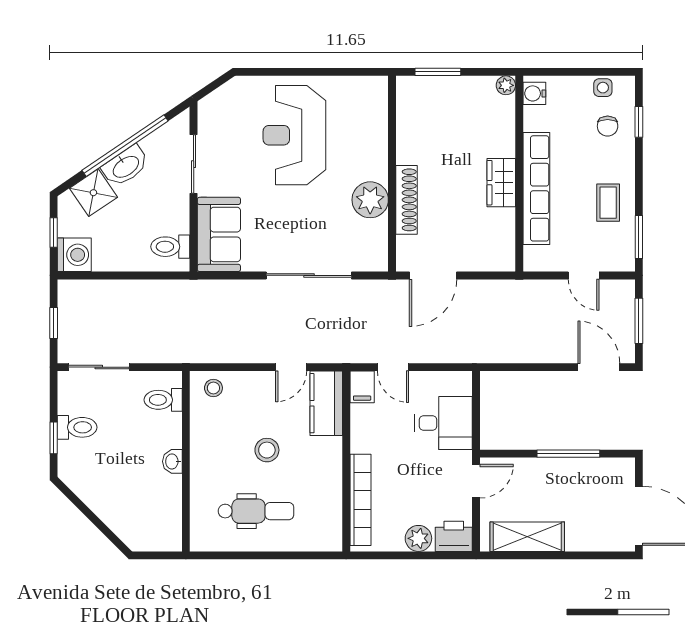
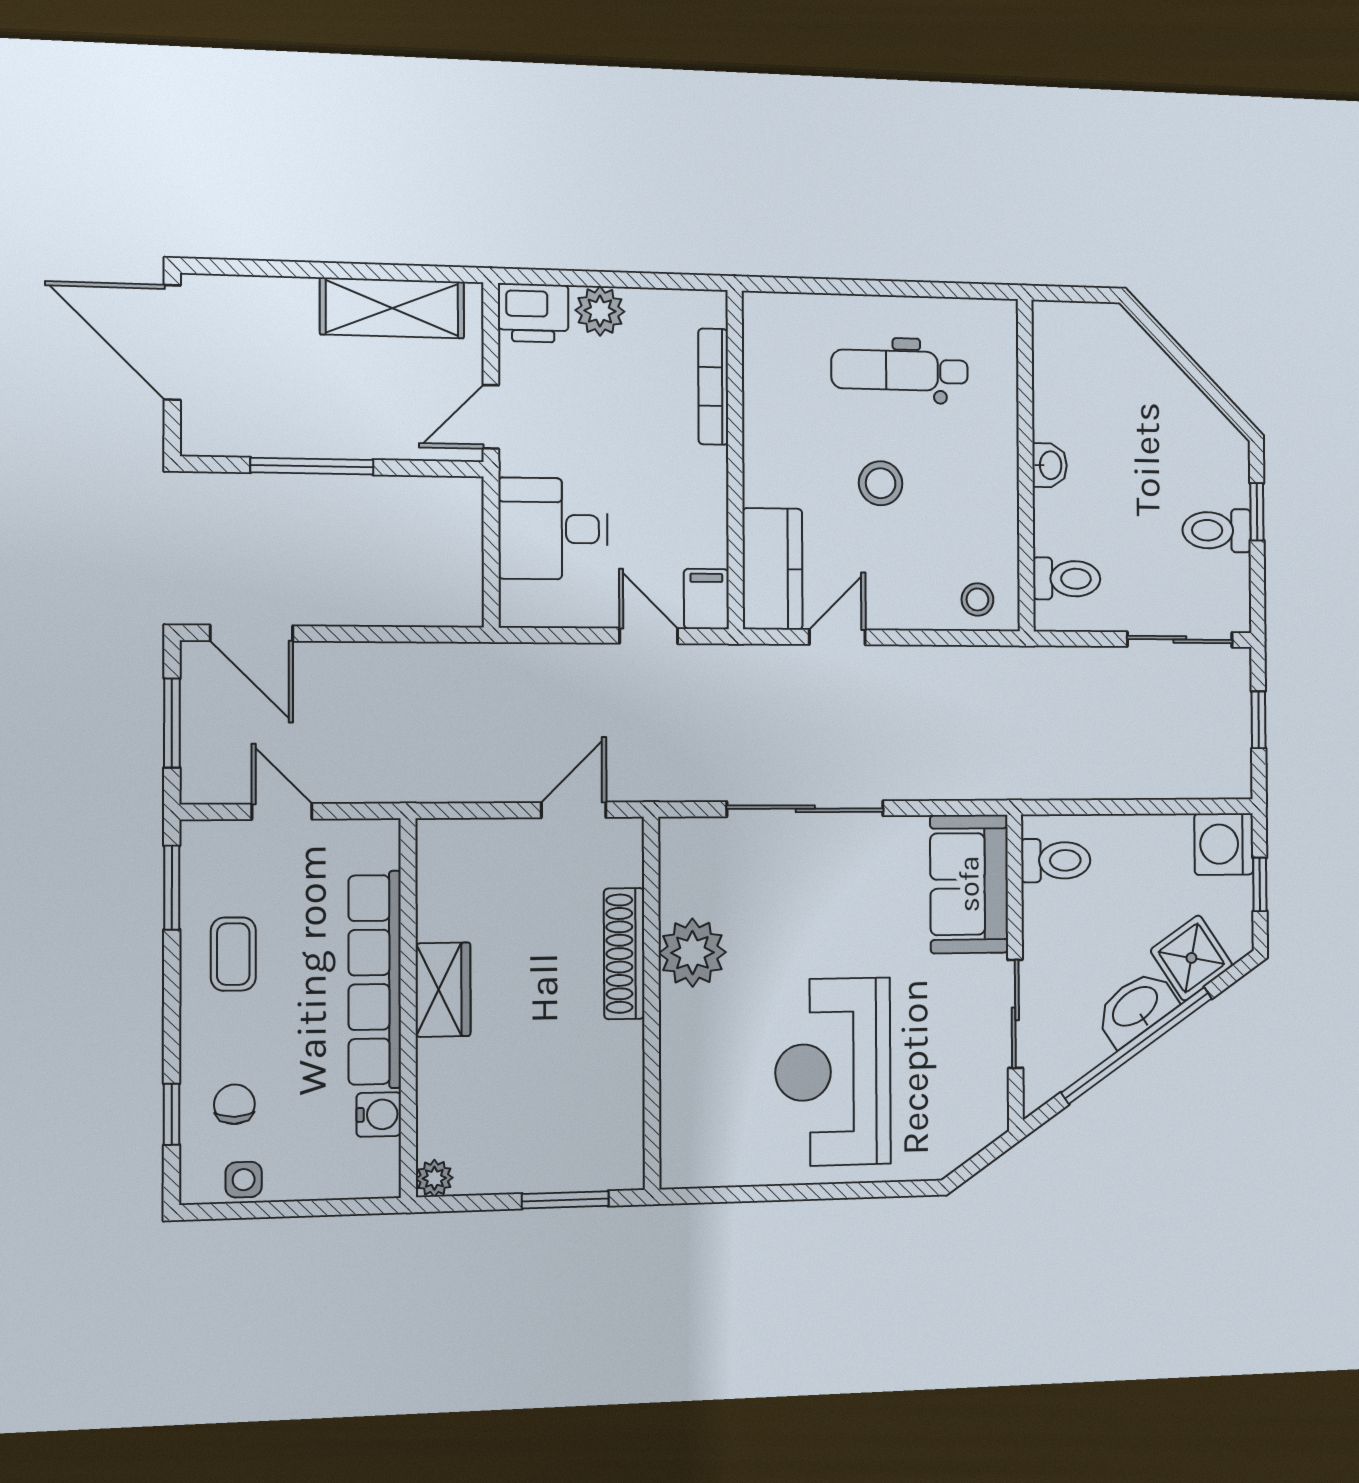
water cooler: (534, 93) -> (379, 1114), moved
reception desk: (294, 135) -> (833, 1072), turned 180
door: (433, 275) -> (574, 810), width x0.73
bookcase: (360, 500) -> (713, 387), width x0.68, depth x0.76

